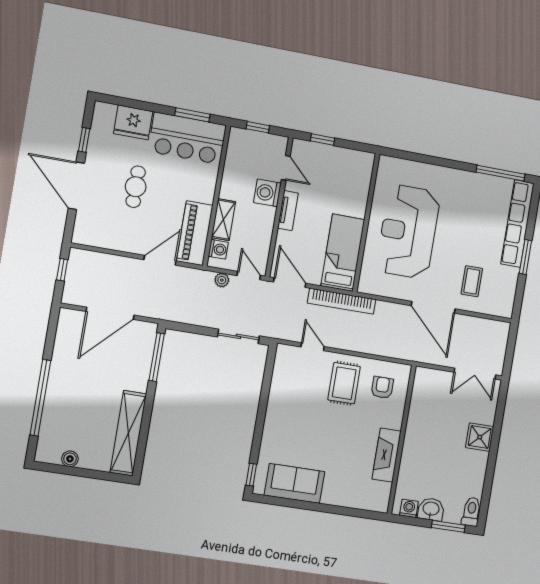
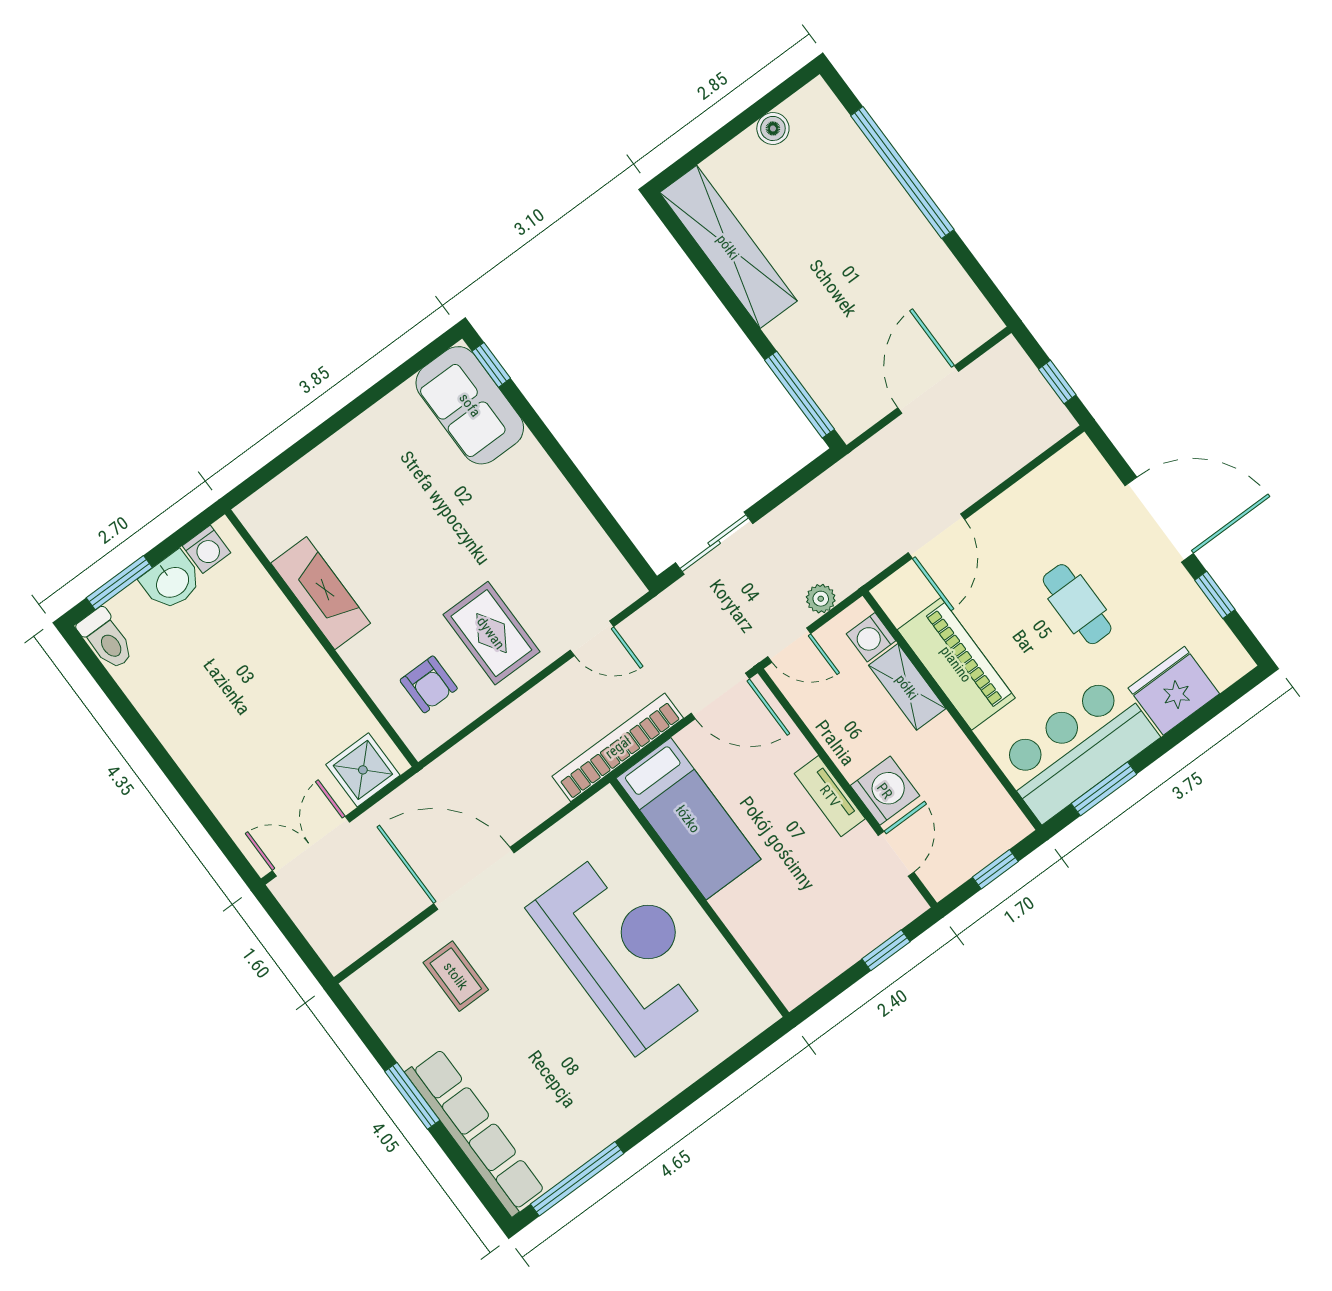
door: (286, 168) -> (896, 854), swing flipped
piano: (195, 233) -> (956, 664), moved
door: (110, 313) -> (928, 389), width x0.73
shower: (480, 437) -> (363, 770), moved
sofa: (294, 483) -> (470, 405), moved, turned 90

